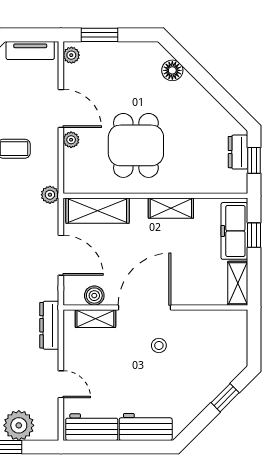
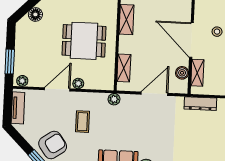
shelving: (98, 211) -> (124, 68), width x0.67, depth x0.75

